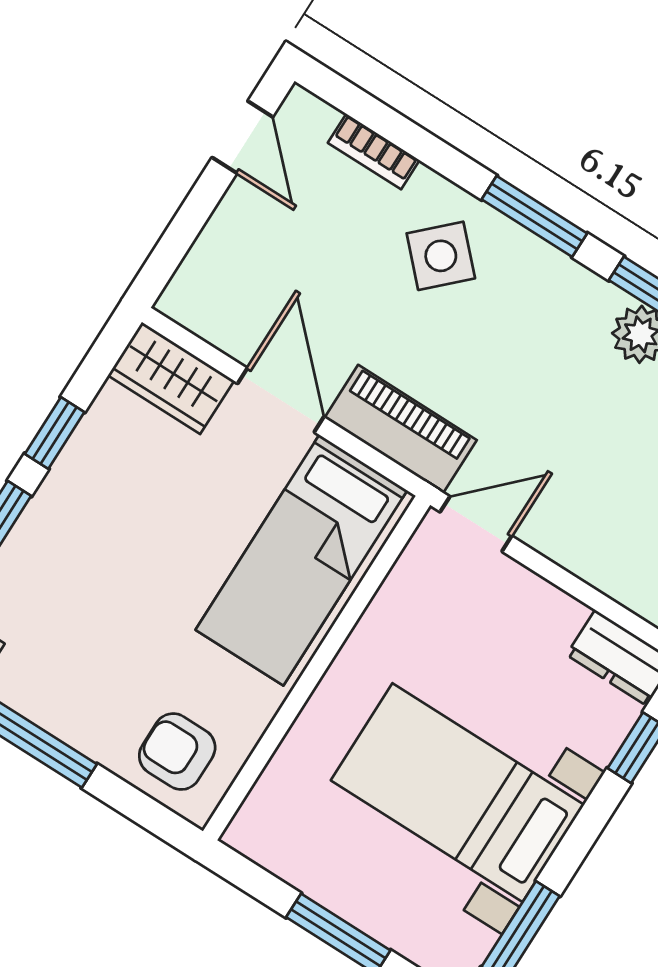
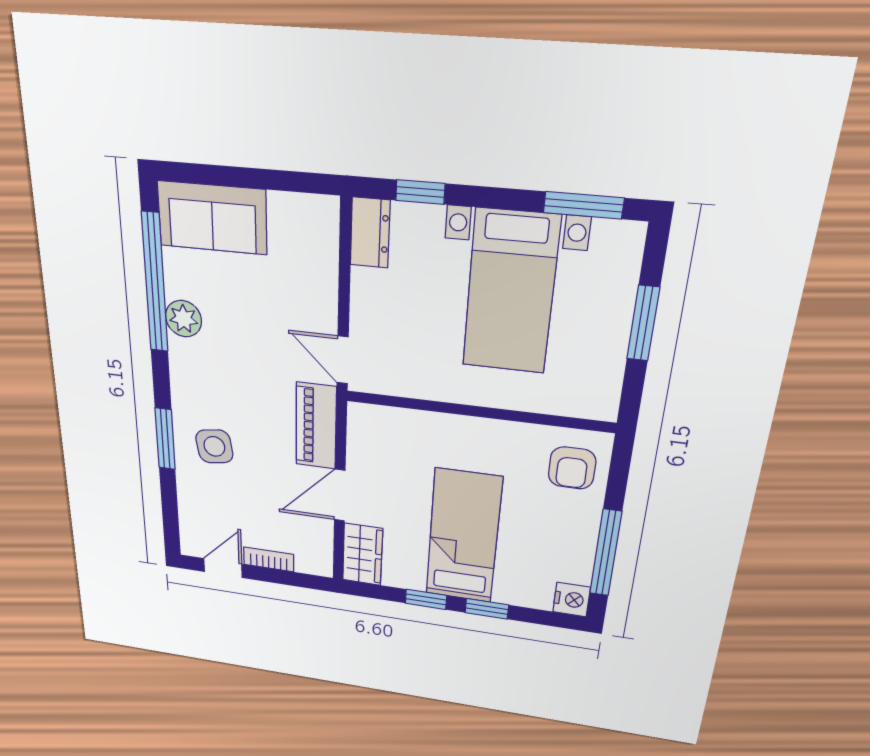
bookcase: (374, 151) -> (269, 559), moved, turned -90
window: (534, 216) -> (165, 439), moved
side table: (441, 256) -> (214, 446), turned 35
bed: (301, 560) -> (463, 537), moved, turned -90

